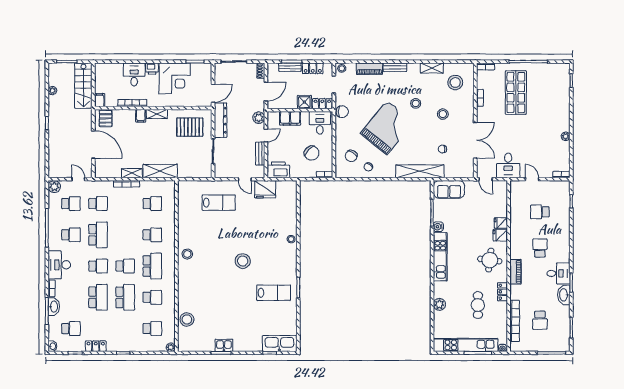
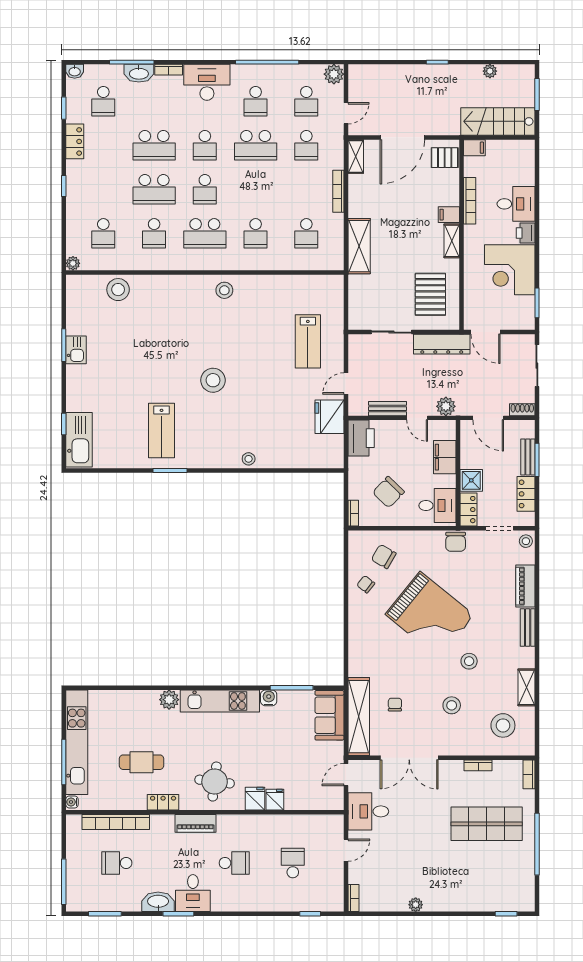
shelving: (420, 171) -> (359, 717), moved
shelving: (132, 173) -> (356, 157), moved
plant: (439, 304) -> (169, 700), moved

